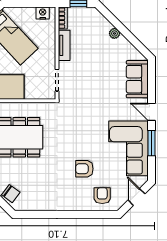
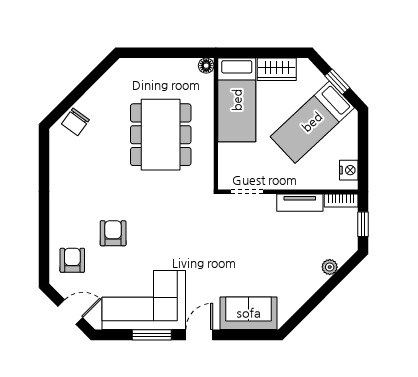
plant: (114, 33) -> (330, 267), moved
armchair: (102, 196) -> (72, 260), turned -90

